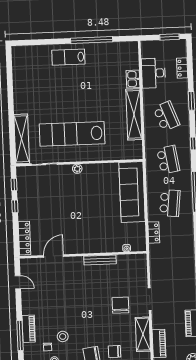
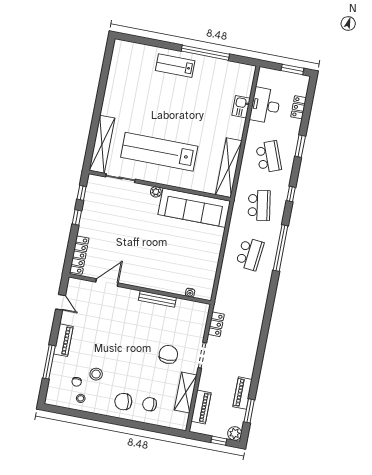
shelving: (134, 114) -> (229, 168), moved
sofa: (132, 192) -> (194, 208), moved, turned -90
locker: (154, 232) -> (216, 324), moved
piano: (29, 329) -> (63, 340), moved

